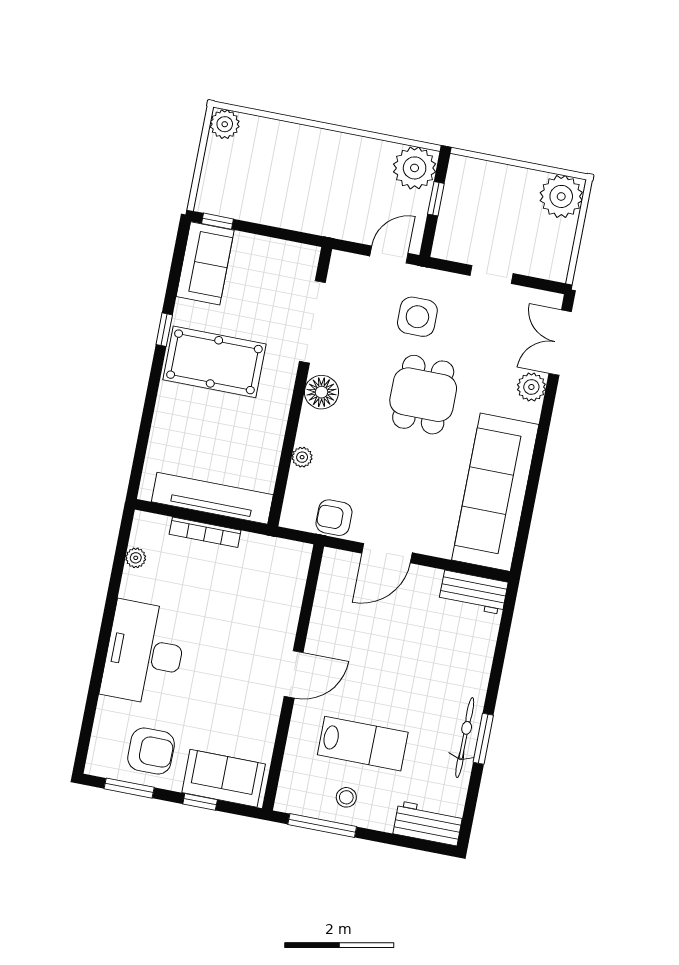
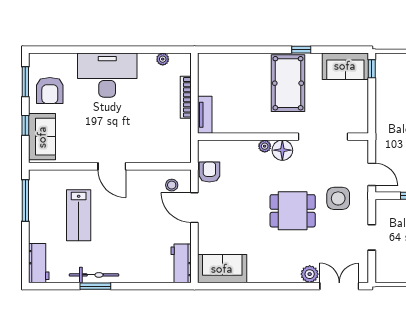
plant: (302, 457) -> (265, 146), moved
sofa: (495, 492) -> (222, 269), width x0.54, depth x0.79
tv unit: (212, 498) -> (205, 115), width x0.52, depth x0.78
stool: (346, 797) -> (172, 185), moved

